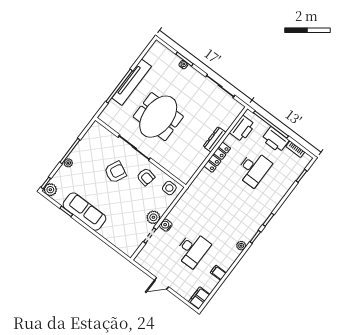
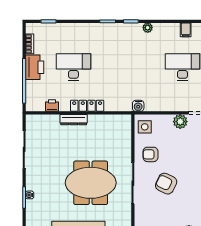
printer: (242, 129) -> (52, 106), width x0.53, depth x0.68
armchair: (146, 177) -> (150, 154), turned -101
water cooler: (166, 225) -> (138, 106), moved

